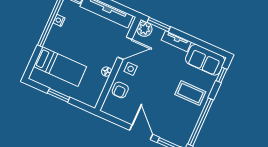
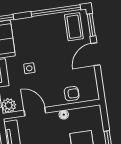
side table: (131, 69) -> (29, 68), moved
coffee table: (190, 93) -> (74, 27), moved

